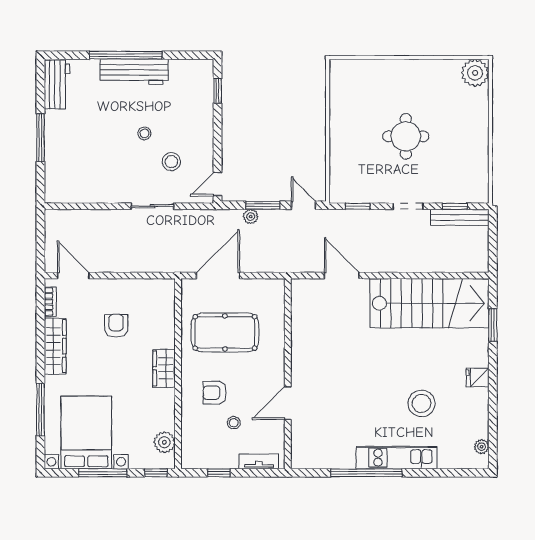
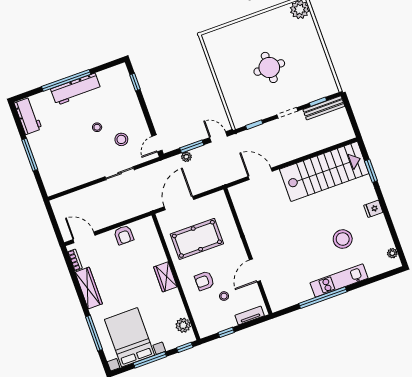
armchair: (116, 326) -> (124, 235), moved, turned 180

